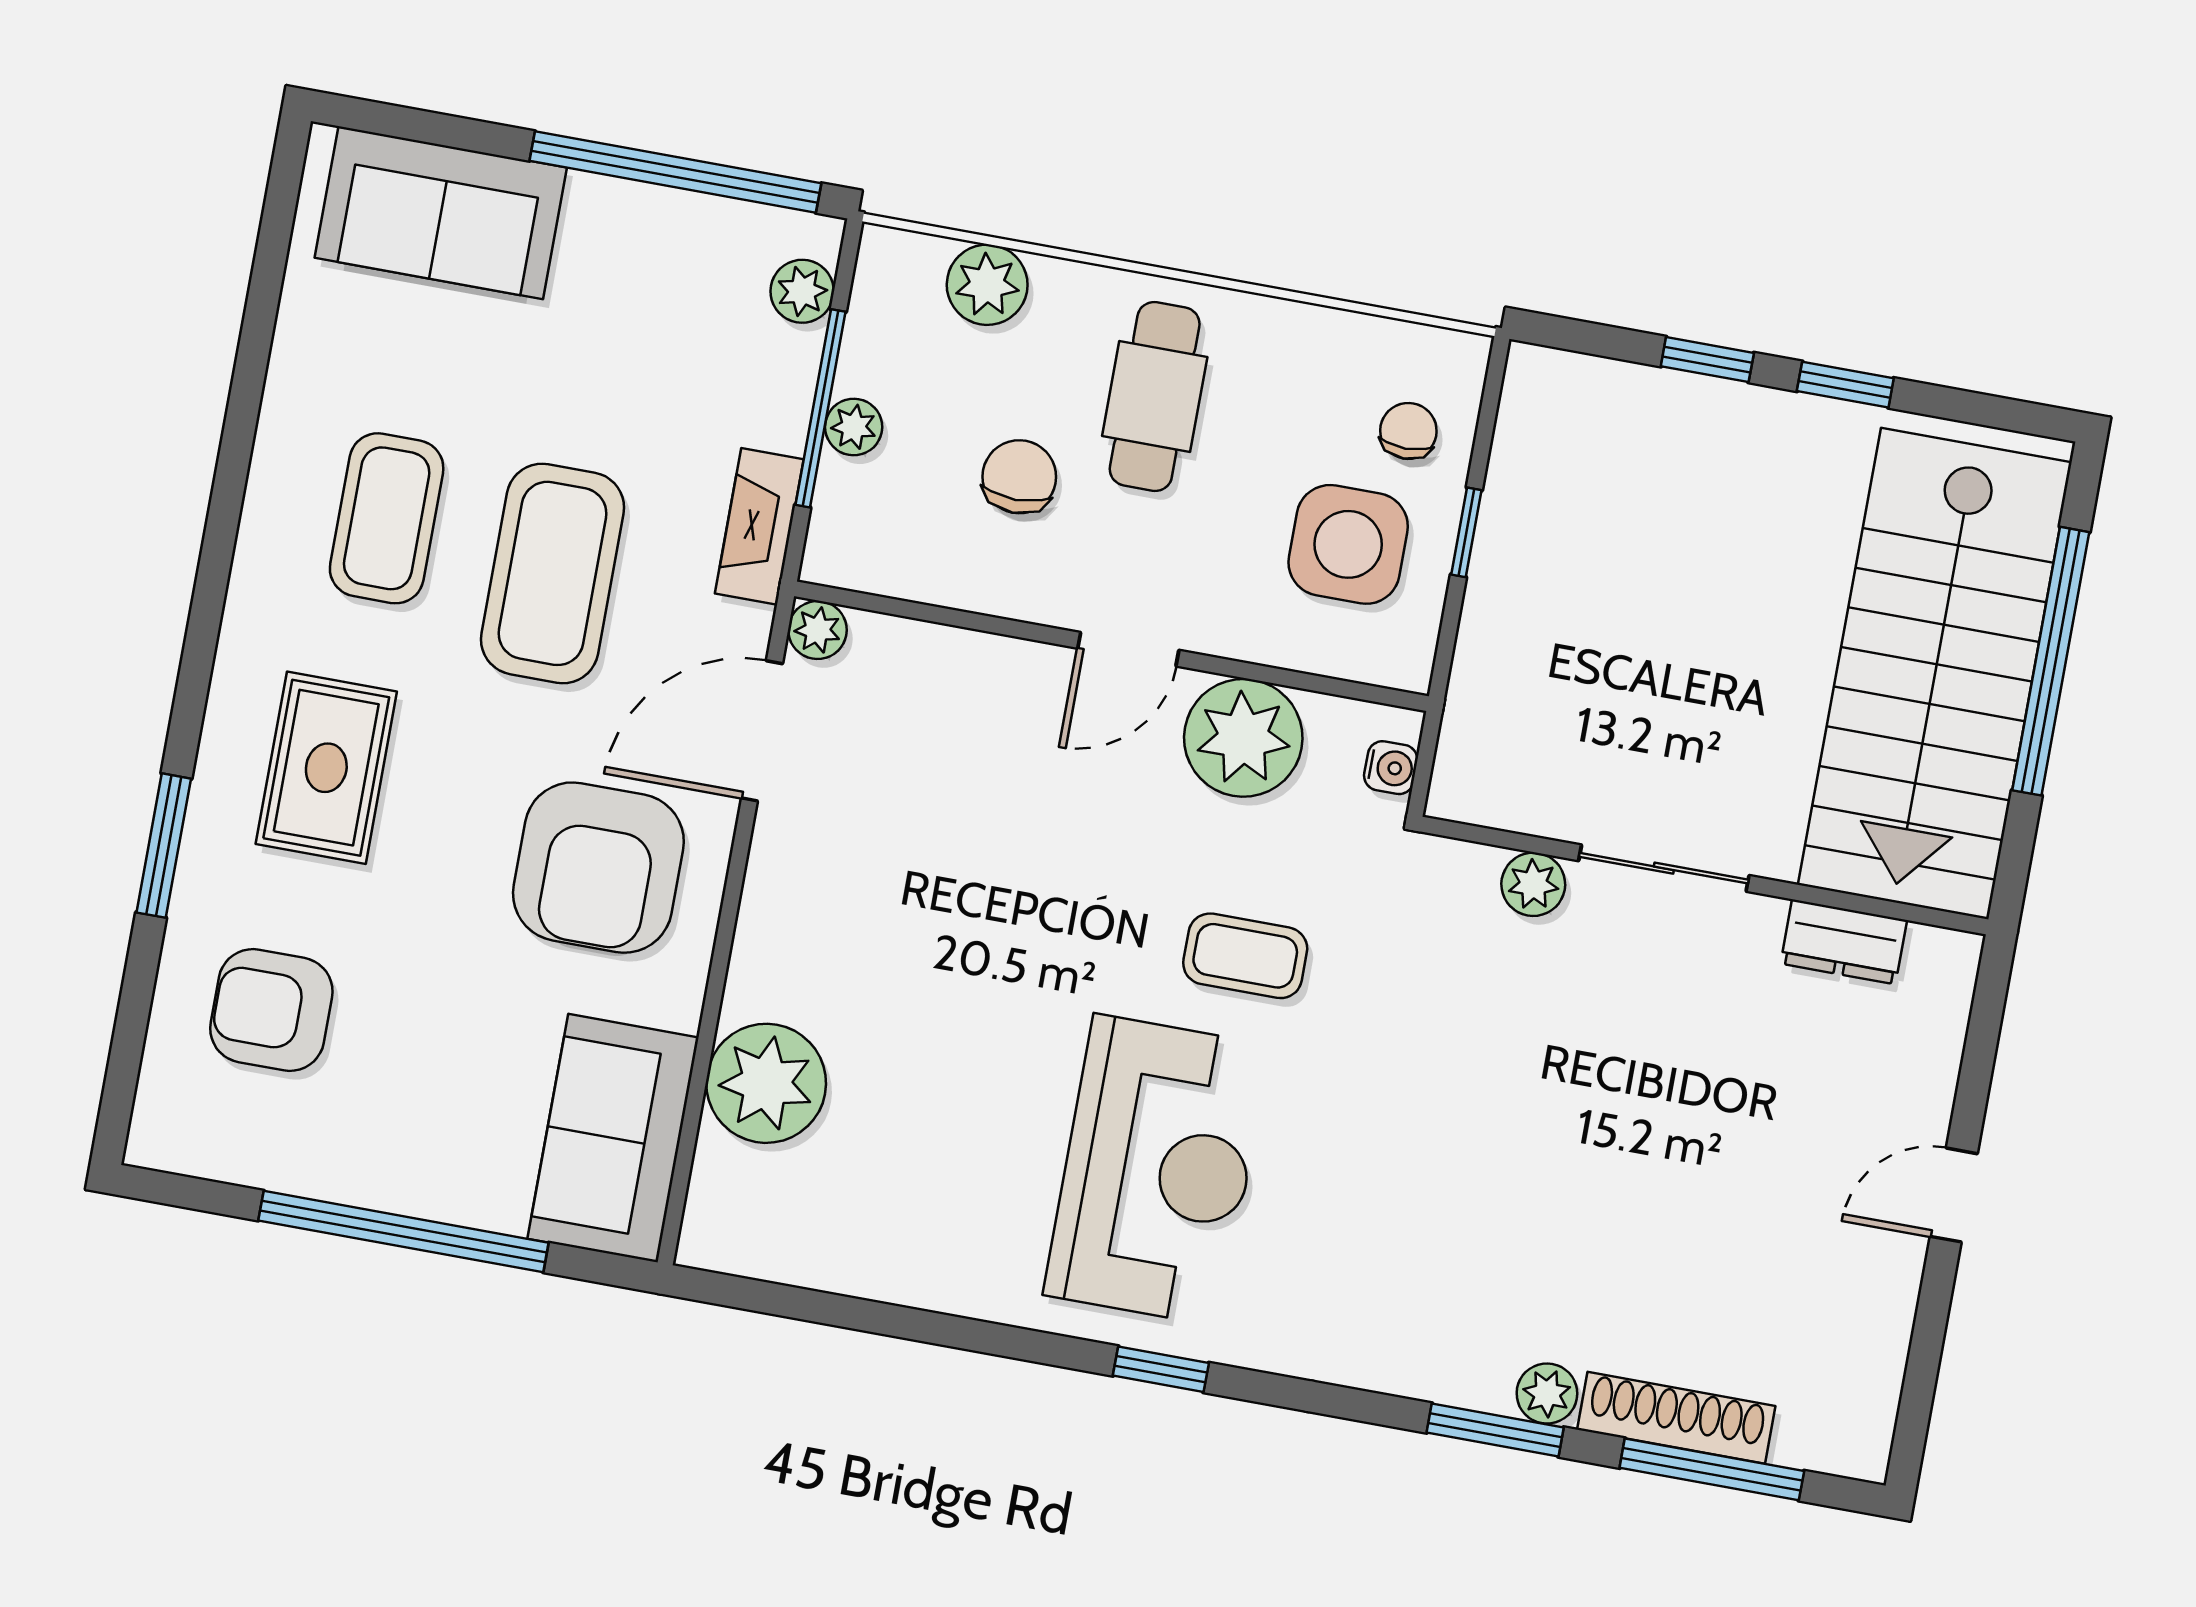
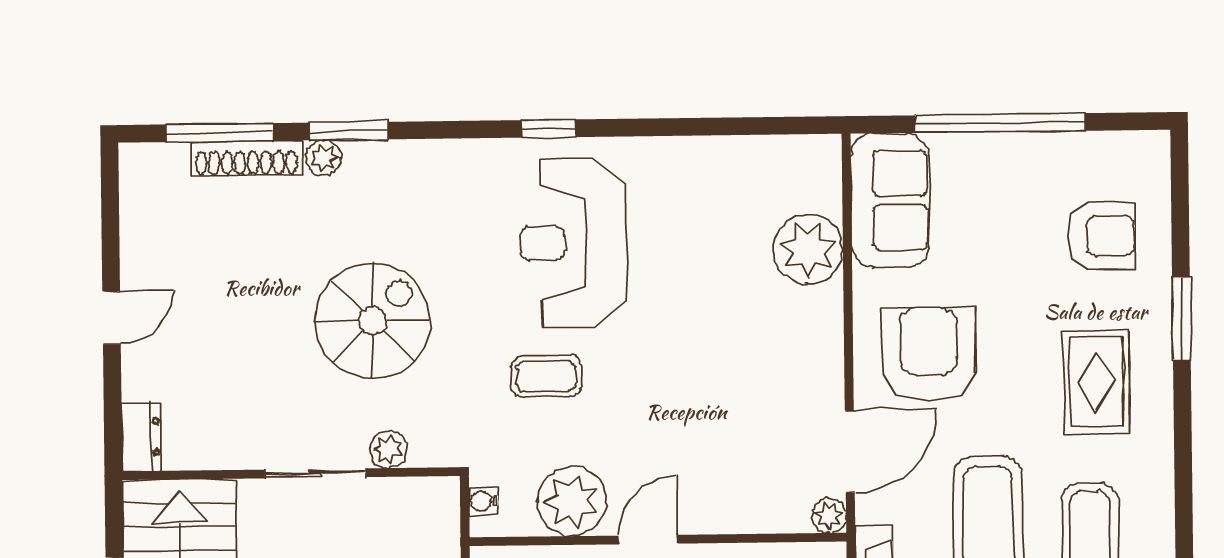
dresser: (1844, 942) -> (141, 437), moved, turned 90
spiral stairs: (1518, 1105) -> (373, 321), added

